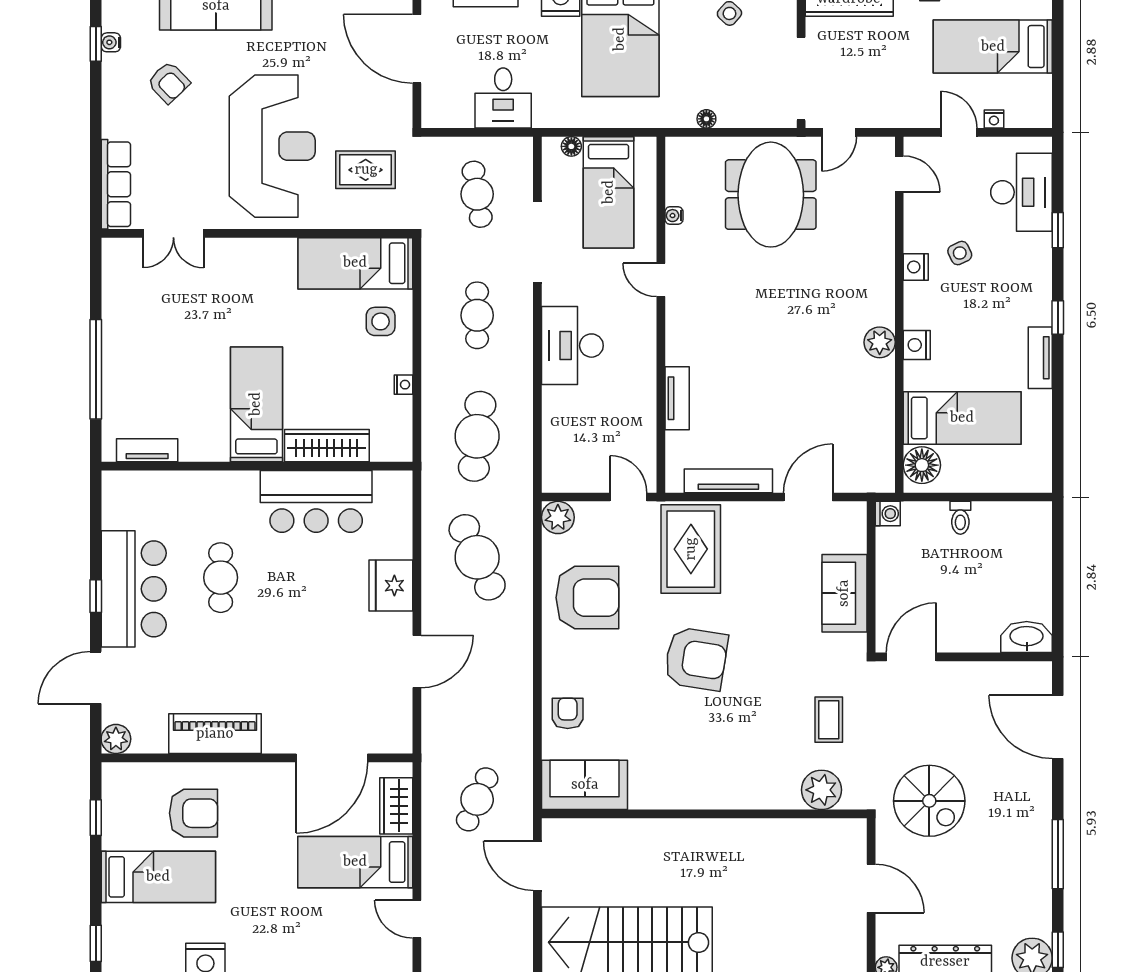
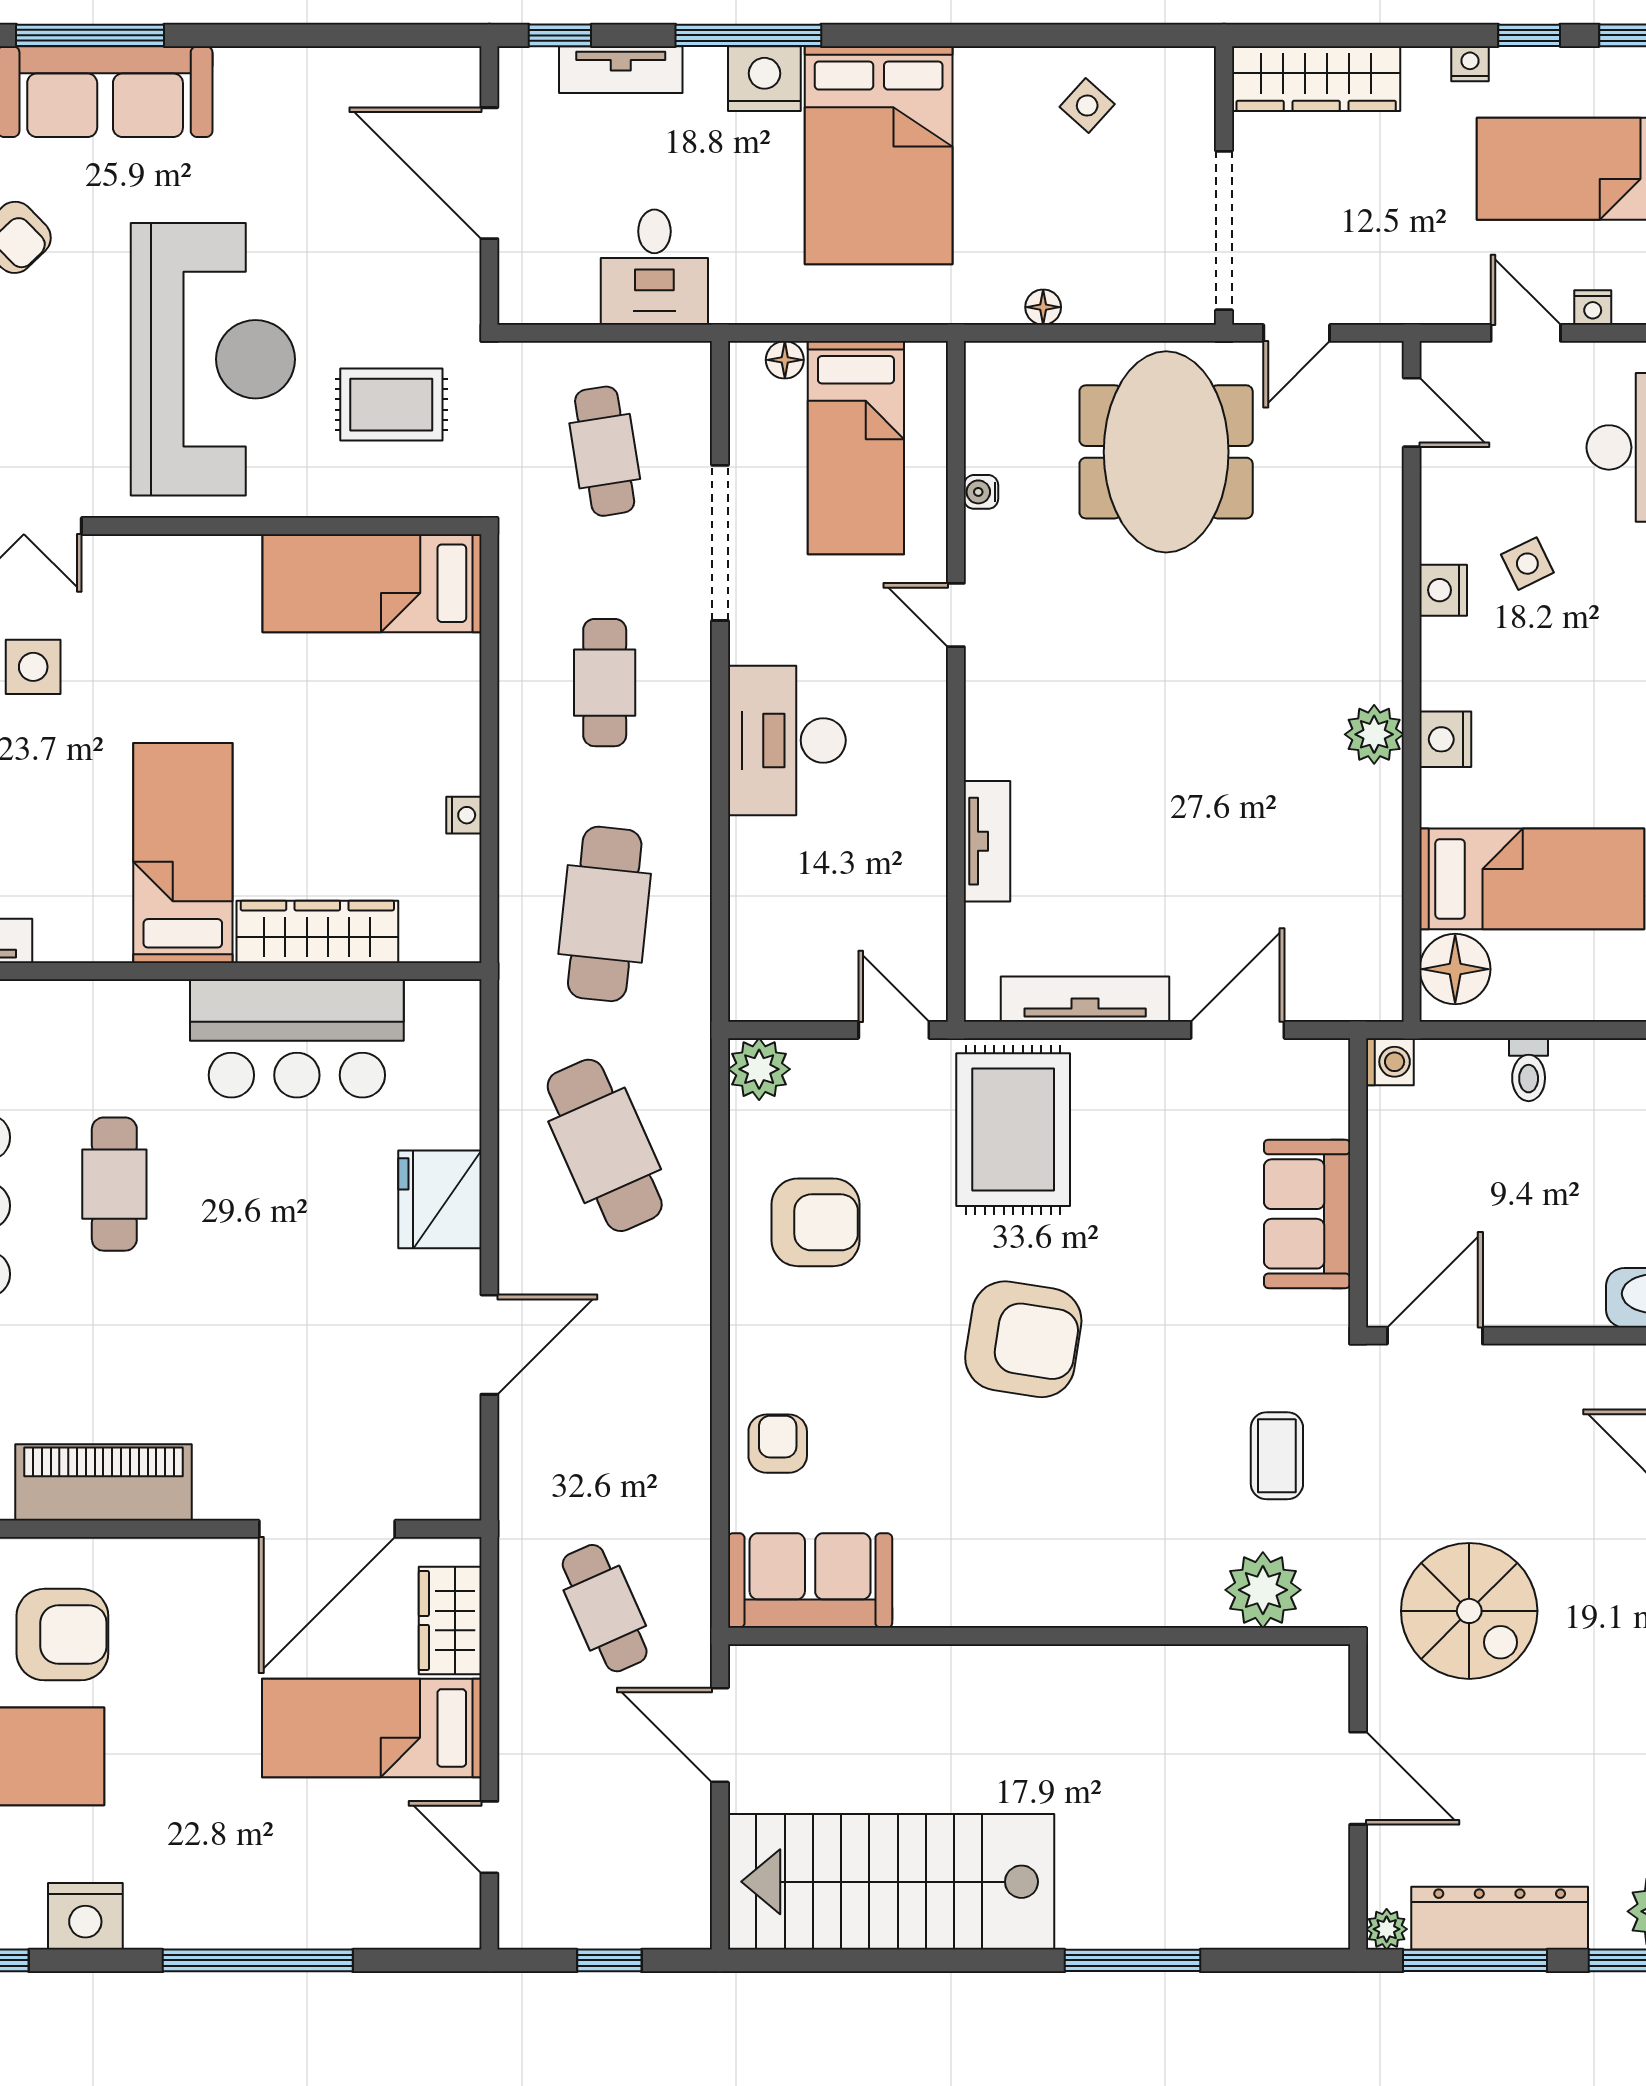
side table: (381, 321) -> (33, 667), moved
armchair: (587, 598) -> (816, 1222), width x0.73, depth x0.73
cafe table: (477, 799) -> (605, 1608), turned -48

